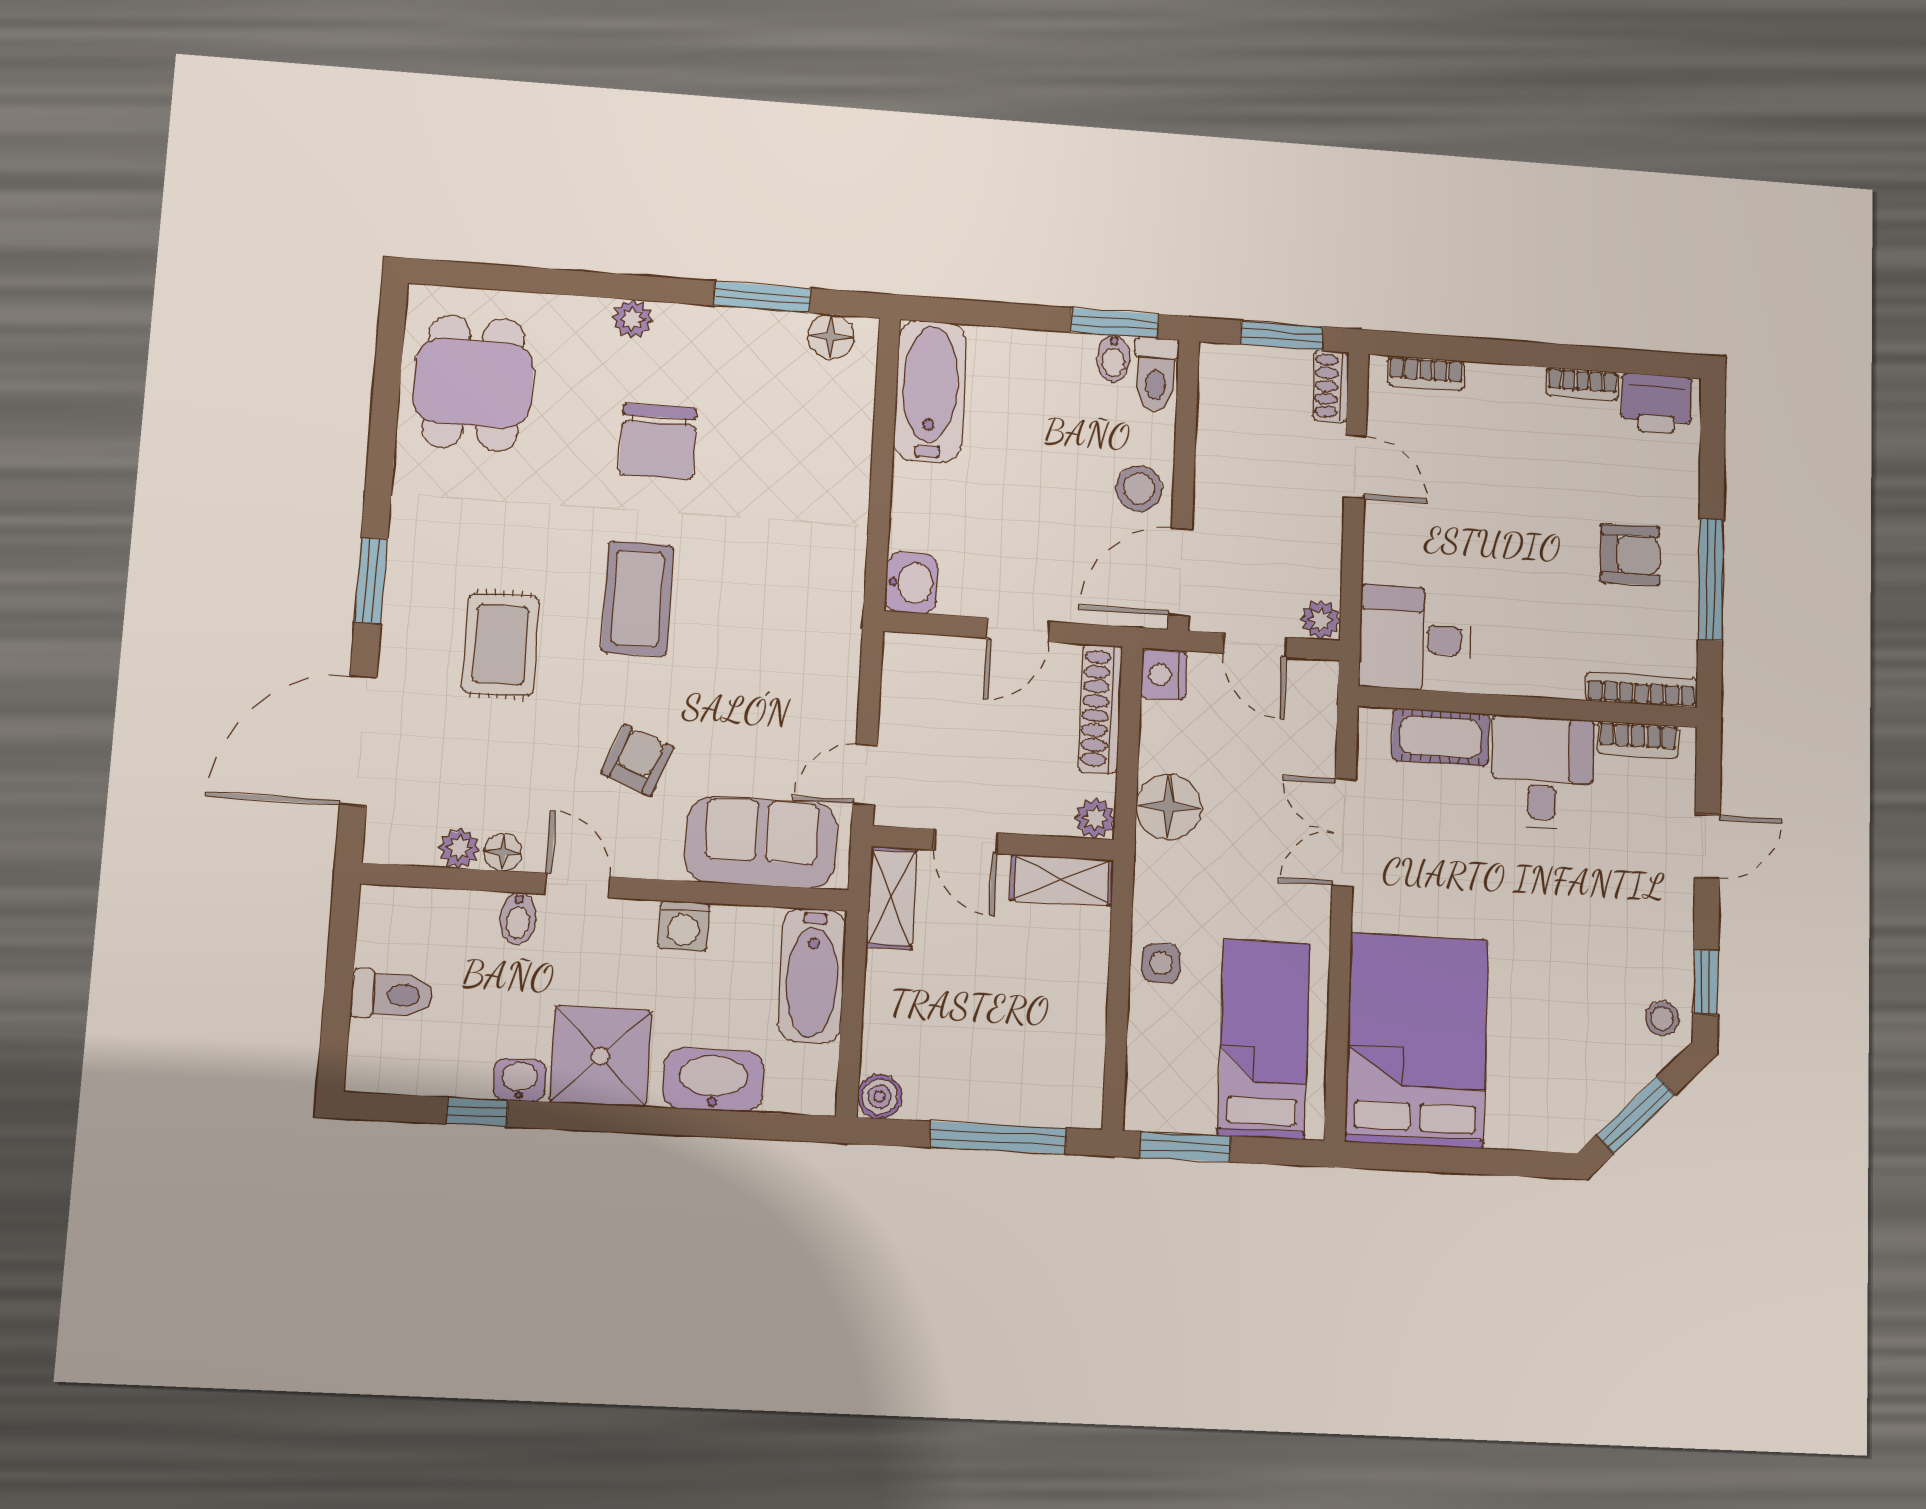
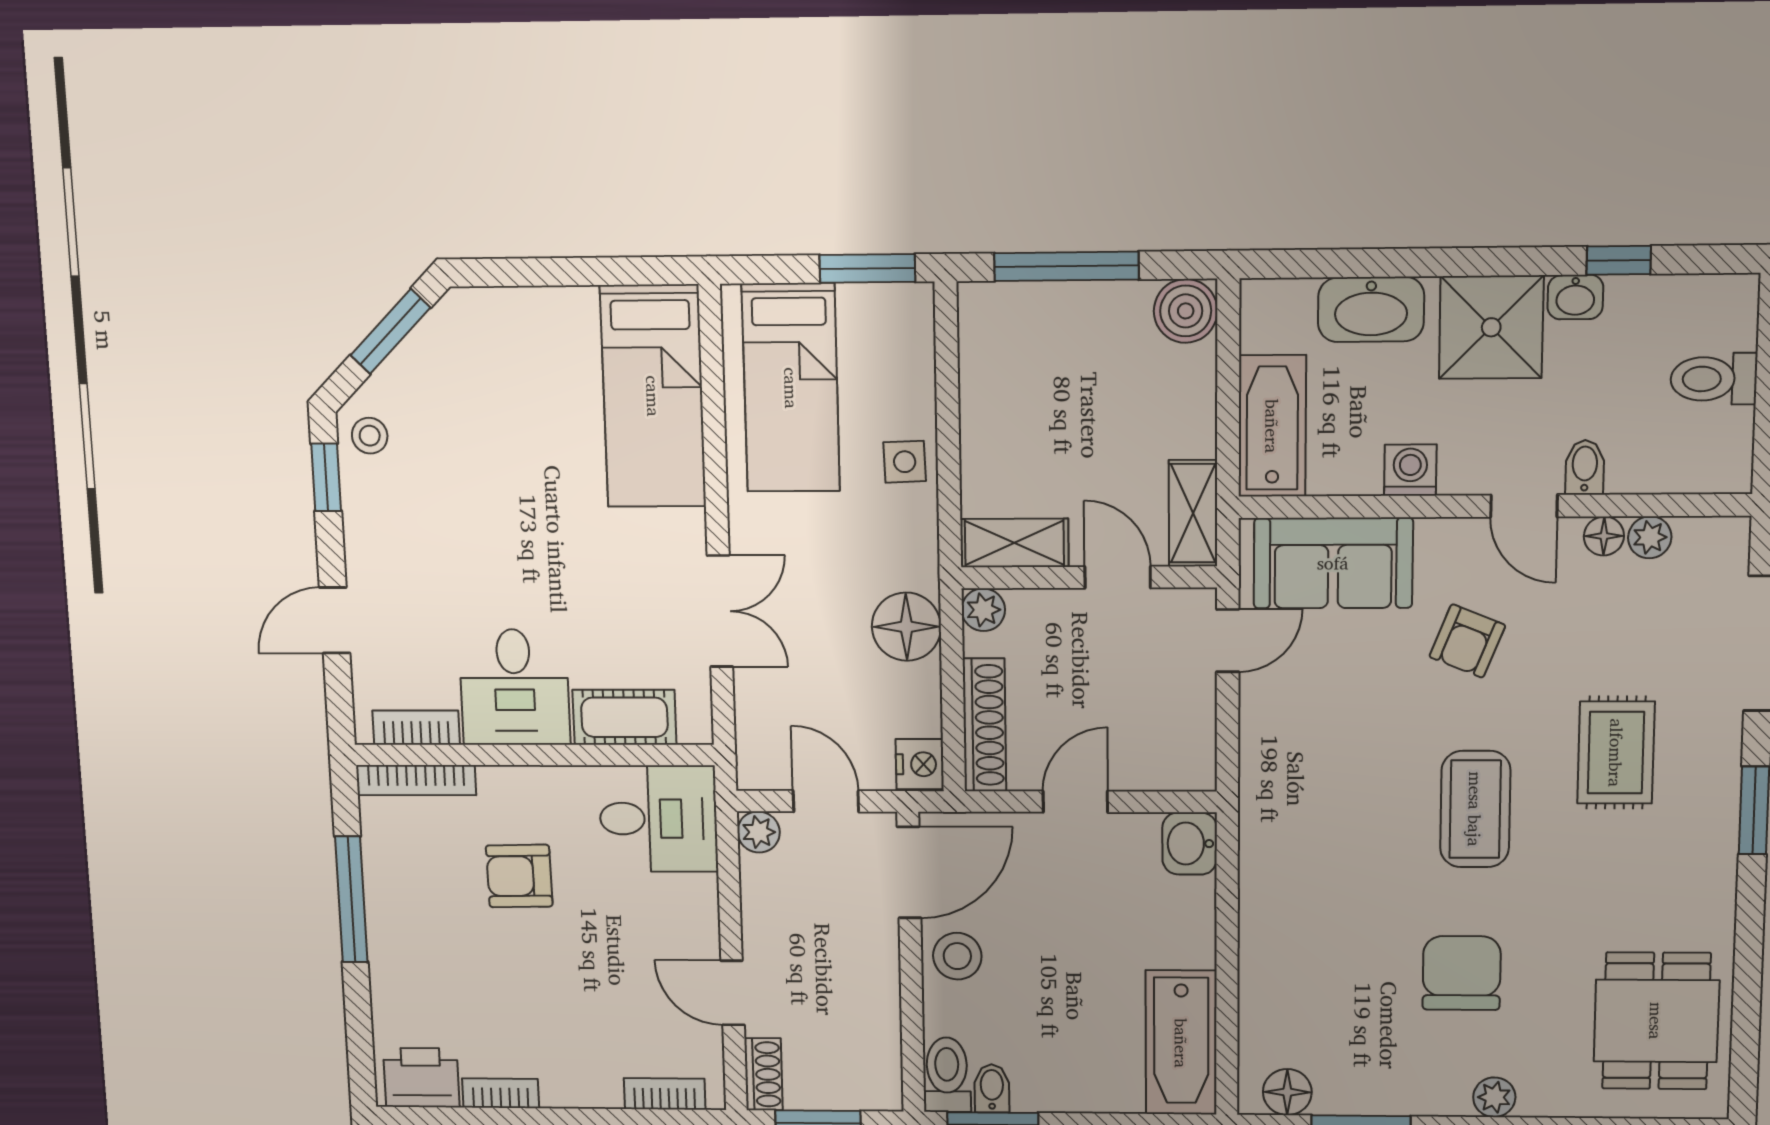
armchair: (1630, 555) -> (519, 876), moved
bed: (1417, 1040) -> (653, 396), width x0.67
boiler: (880, 1097) -> (1186, 311), width x1.36, depth x1.36

